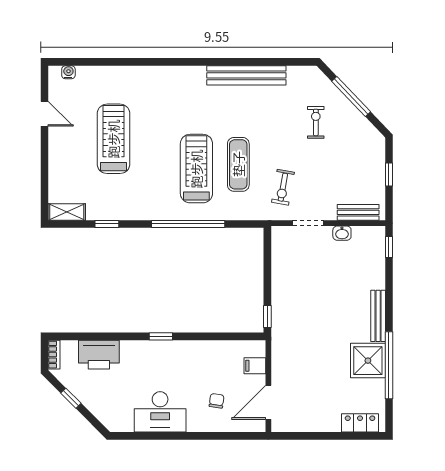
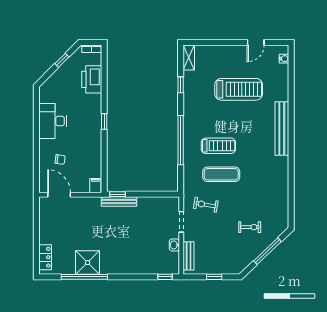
bench: (246, 75) -> (282, 128), moved
treadmill: (196, 169) -> (218, 146), width x0.73, depth x0.73
bench: (378, 316) -> (119, 202), moved
filing cabinet: (255, 366) -> (95, 186), moved

